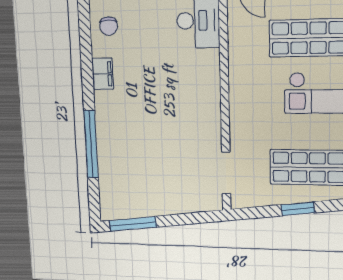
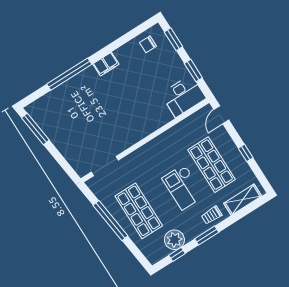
filing cabinet: (103, 74) -> (106, 64), moved
window: (298, 209) -> (110, 221), width x2.11

